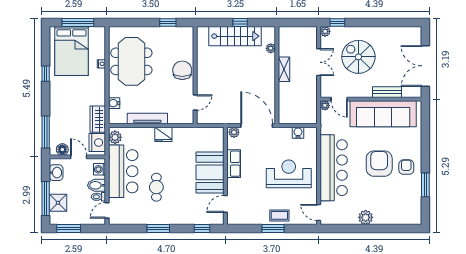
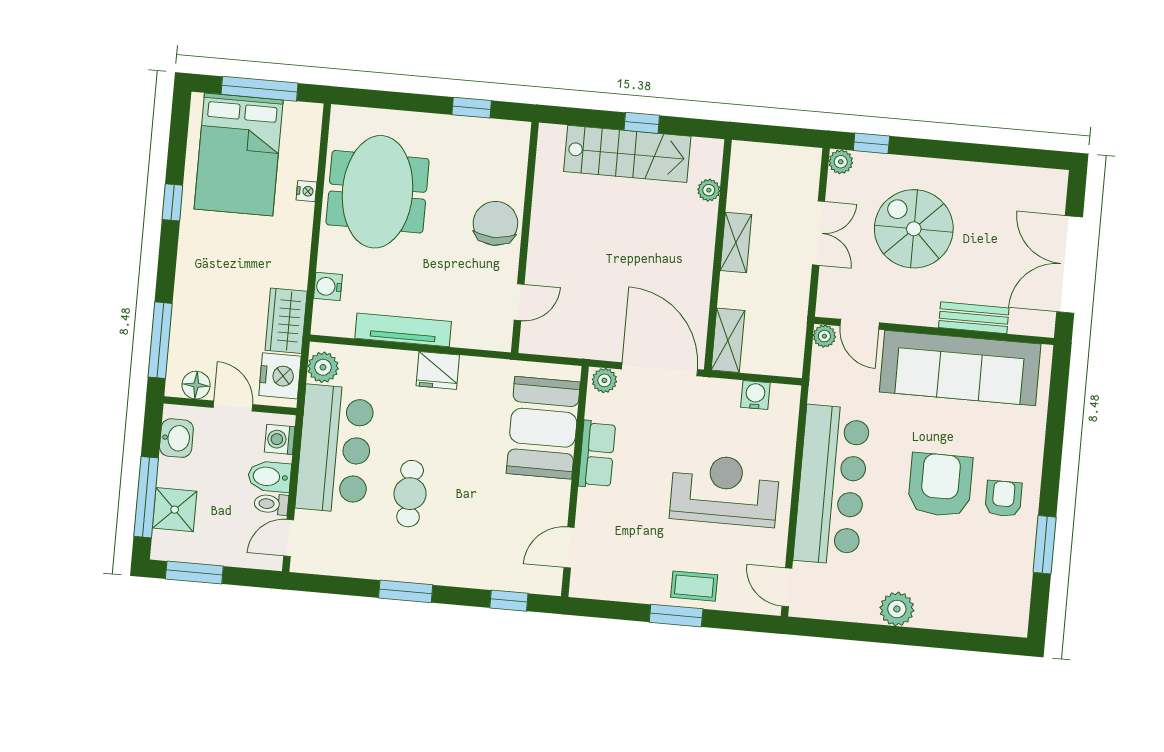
shelving: (284, 111) -> (728, 340), added
booth: (210, 172) -> (543, 428), moved

